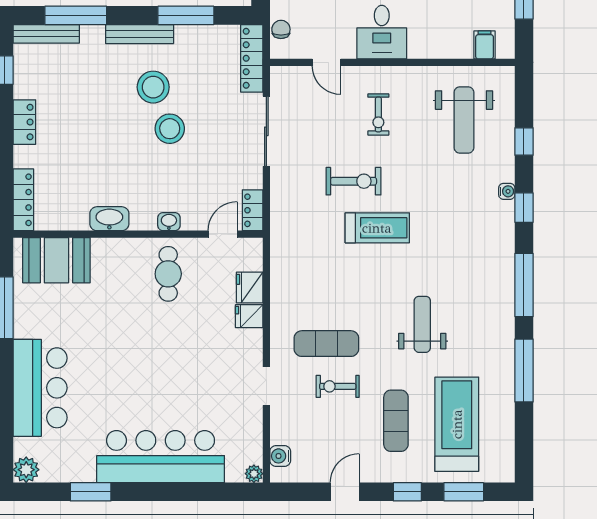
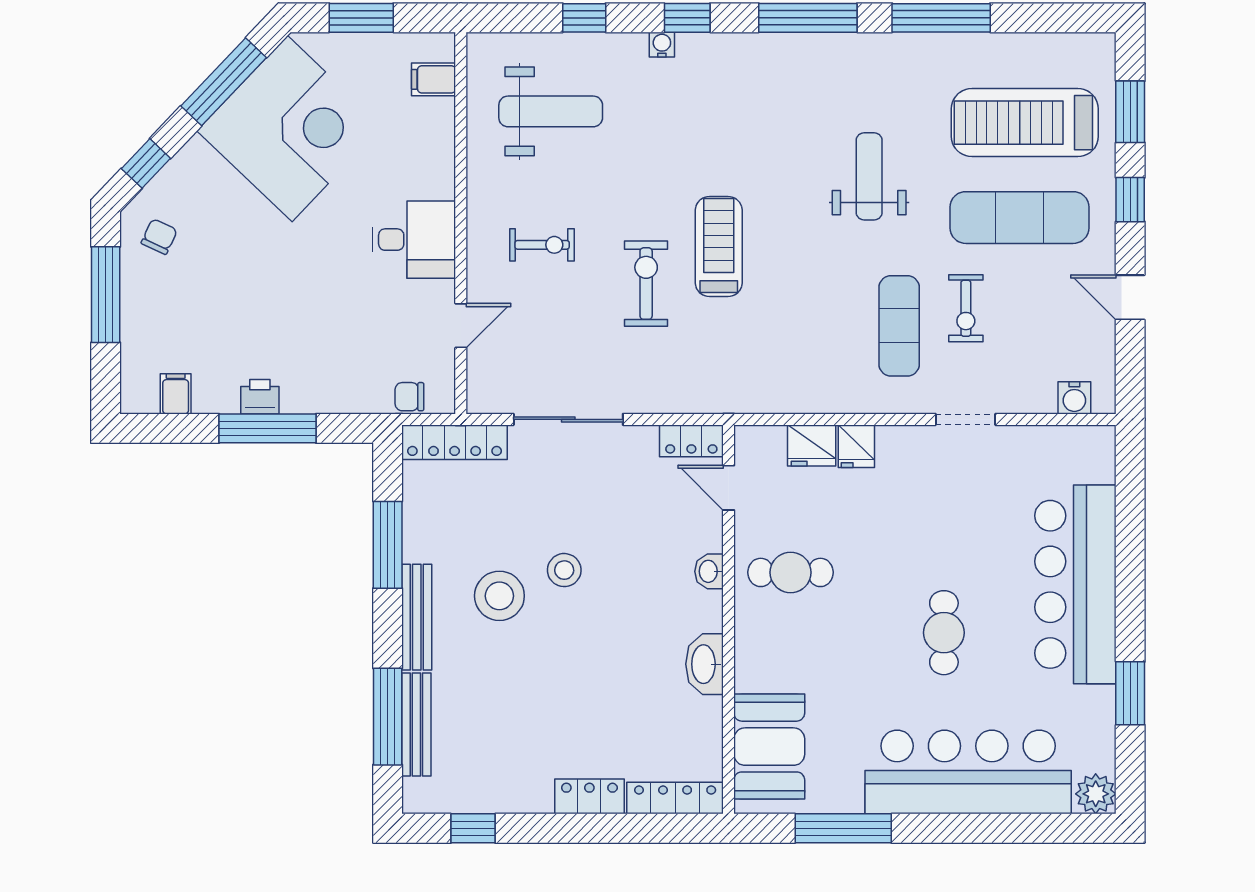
bench: (46, 34) -> (416, 725), moved
locker: (24, 122) -> (589, 796), moved
stool: (170, 129) -> (564, 570), width x0.73, depth x0.73
weight bench: (422, 324) -> (869, 176), turned 90
cafe table: (130, 372) -> (944, 633), added
bar counter: (40, 388) -> (968, 772), width x1.36
exercise mat: (396, 421) -> (1019, 218), width x1.36, depth x1.45
plant: (254, 474) -> (1102, 439), removed

